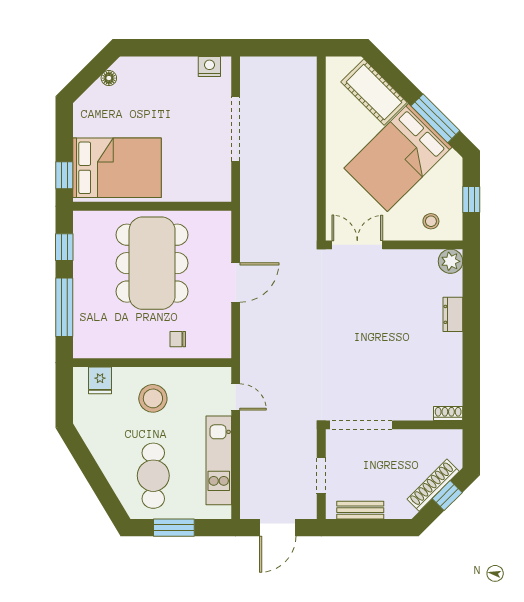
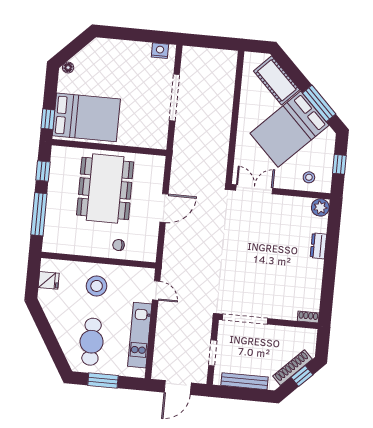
floor lamp: (109, 78) -> (68, 68), moved
fridge: (100, 380) -> (49, 280), moved, turned -90
bench: (360, 510) -> (244, 381), width x1.36

